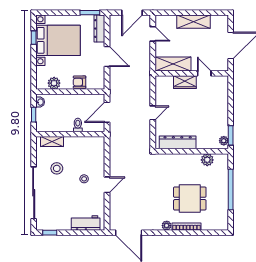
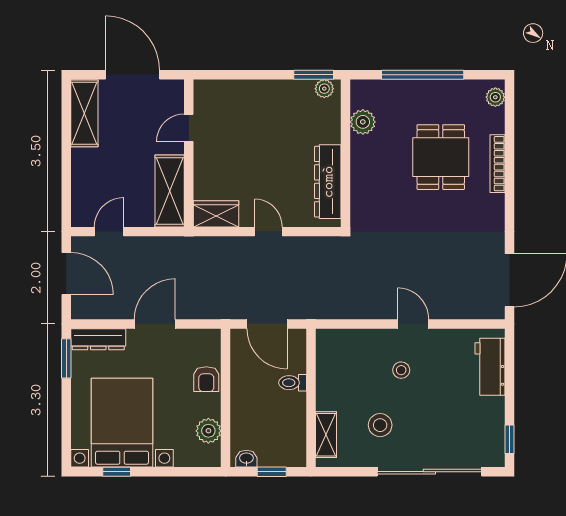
shelving: (194, 22) -> (84, 113), moved
wardrobe: (185, 82) -> (216, 214), moved, turned -90
plant: (167, 226) -> (495, 97), moved

